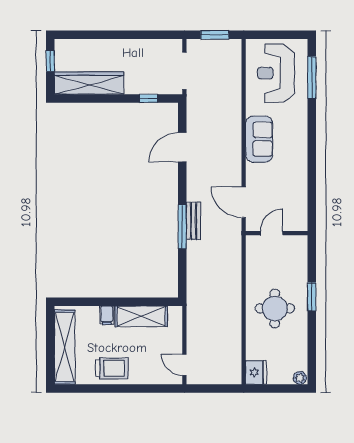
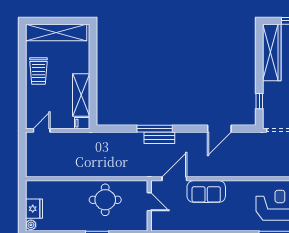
sofa: (259, 139) -> (206, 192), moved
door: (182, 147) -> (219, 129), swing flipped
round table: (275, 308) -> (105, 200), moved
filing cabinet: (107, 315) -> (82, 123), moved
fridge: (256, 372) -> (34, 209), moved, turned -90

